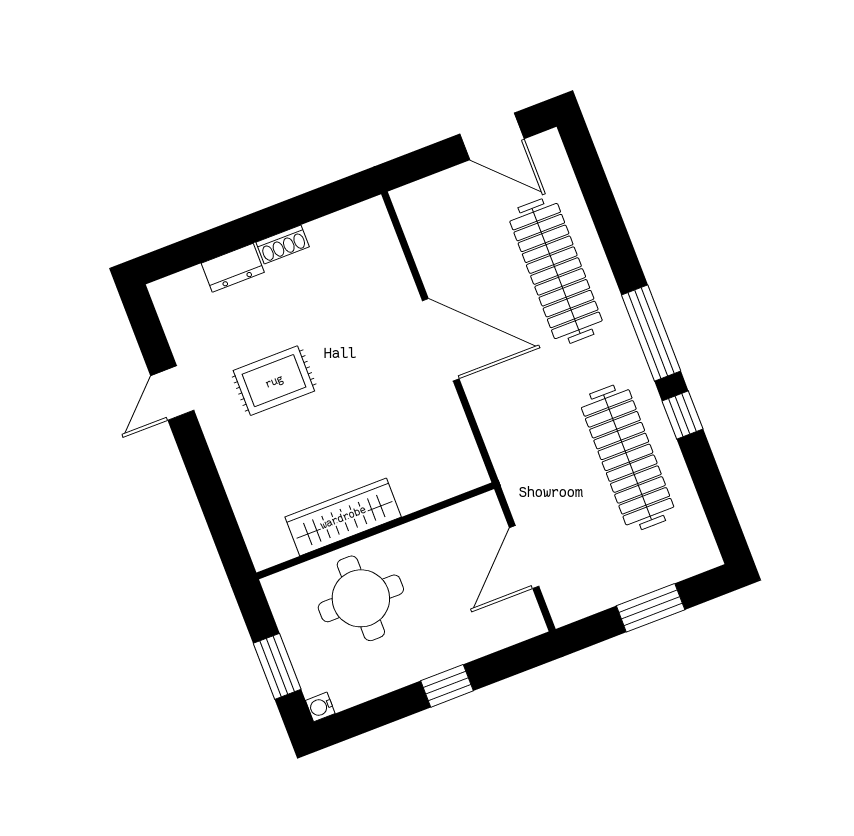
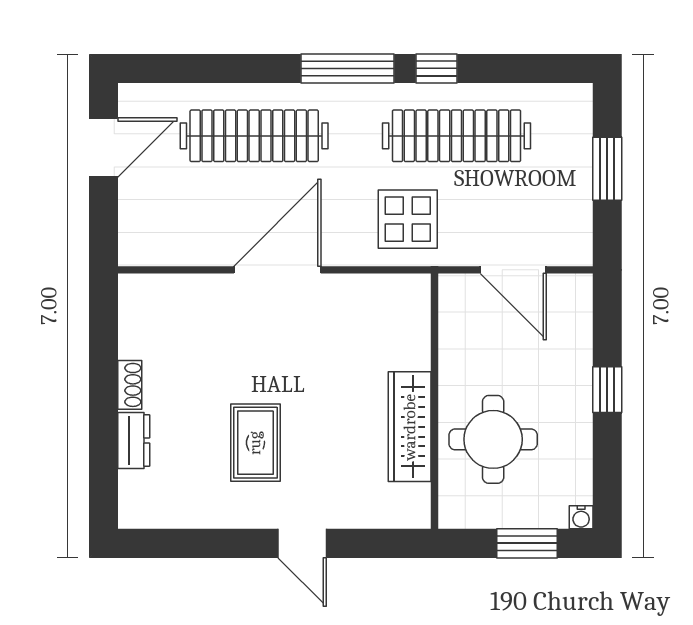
door: (172, 393) -> (302, 543), moved
display table: (534, 442) -> (408, 219), added

